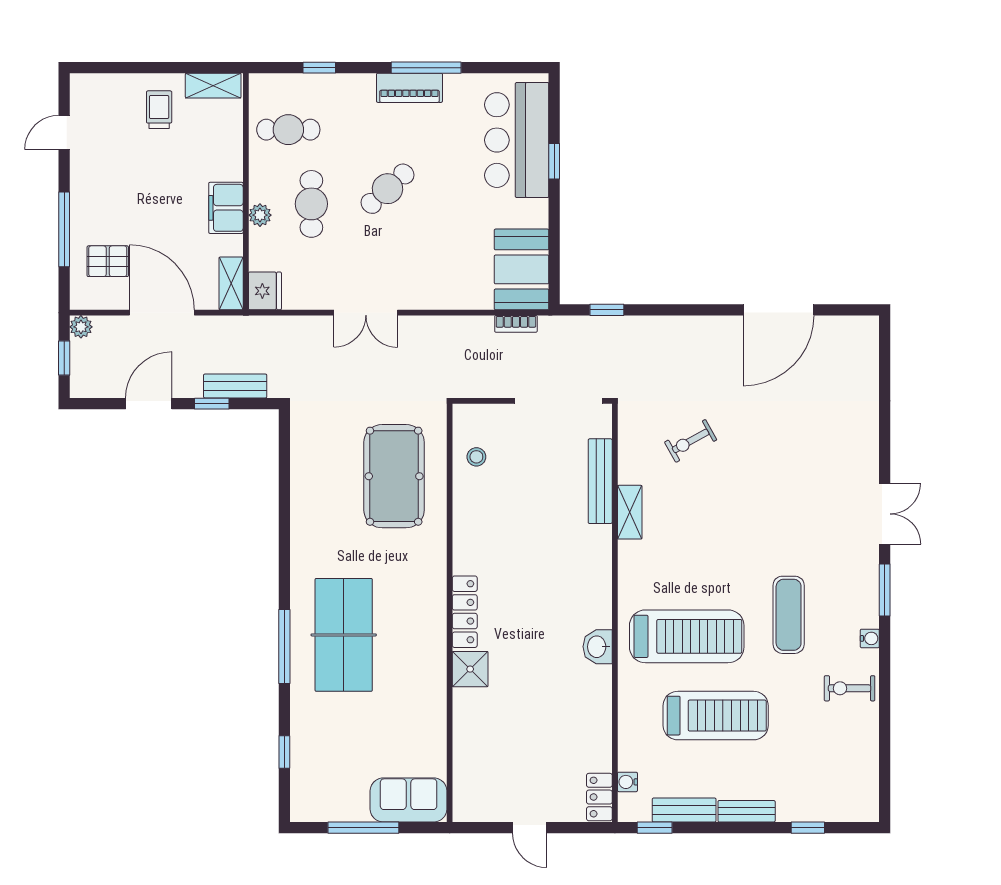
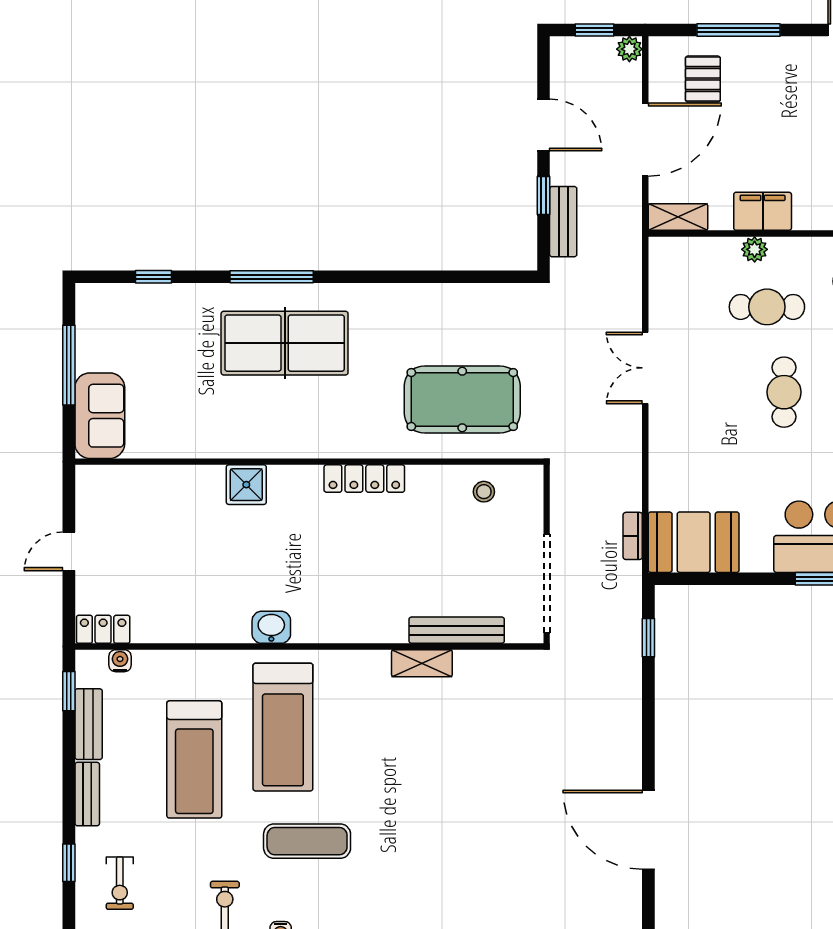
cafe table: (388, 189) -> (784, 392), turned 42
fridge: (265, 291) -> (670, 255), removed
exercise bike: (691, 441) -> (120, 883), moved, turned -151
locker: (465, 612) -> (364, 479), moved

